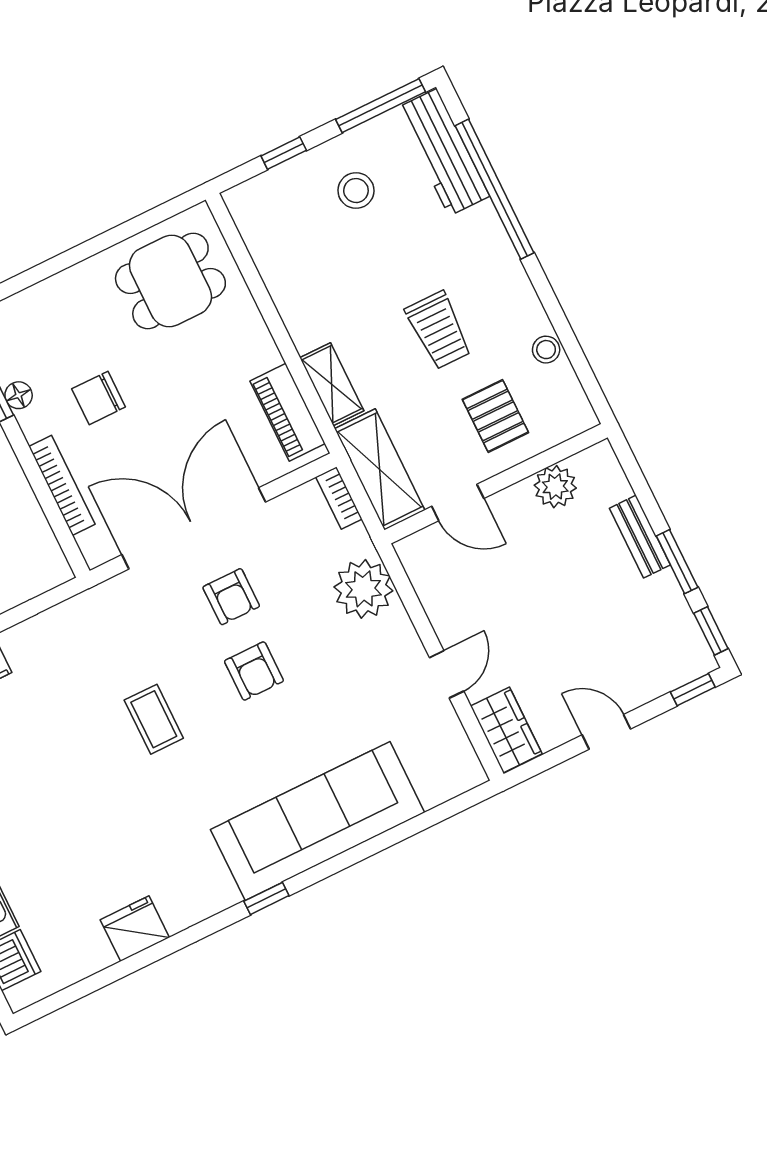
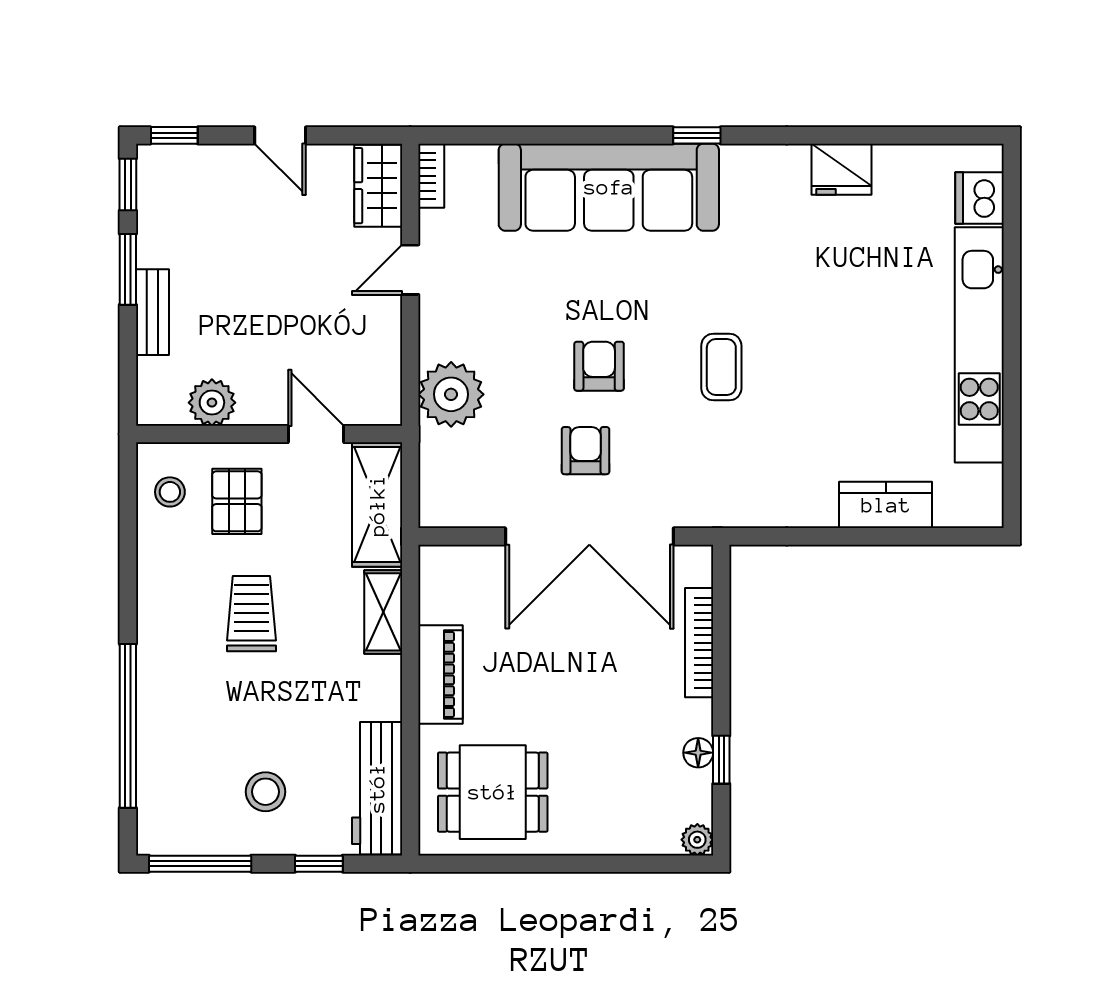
workbench: (443, 152) -> (377, 788), moved, turned 180
stool: (546, 350) -> (170, 492), moved
chair: (99, 398) -> (620, 711), removed
piano: (288, 412) -> (441, 674), moved
bookcase: (339, 498) -> (431, 176), moved

